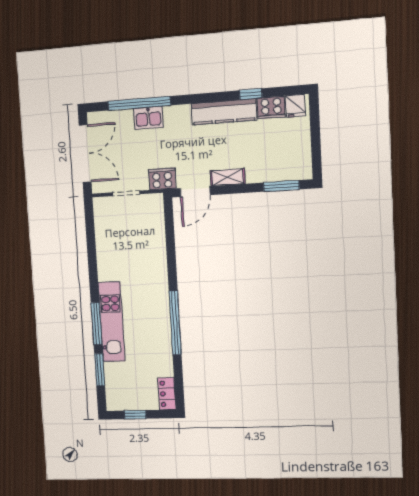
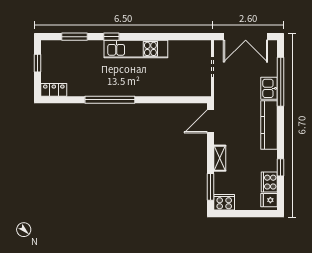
kitchen counter: (224, 112) -> (269, 125), moved
shelving: (228, 177) -> (220, 158), moved
cooker: (162, 179) -> (224, 202), moved, turned -90
door: (195, 192) -> (211, 121), hinge flipped
kitchen unit: (112, 322) -> (136, 49), moved
window: (96, 324) -> (111, 37), width x0.46

